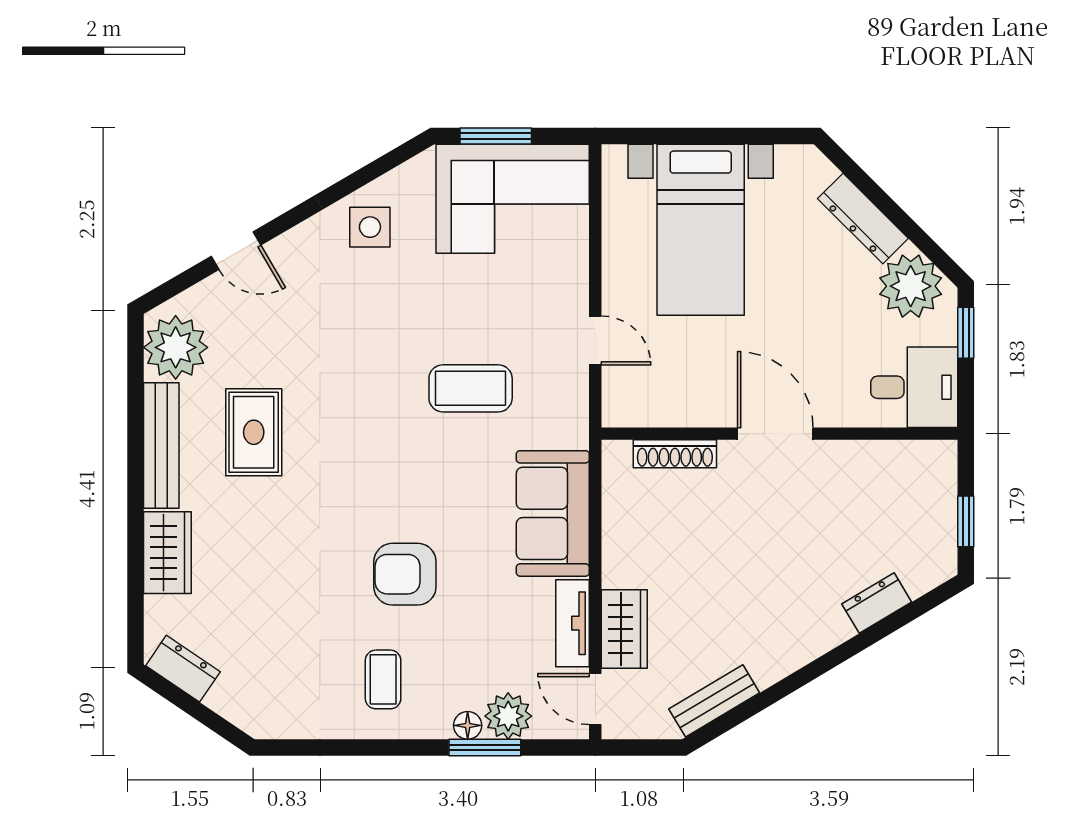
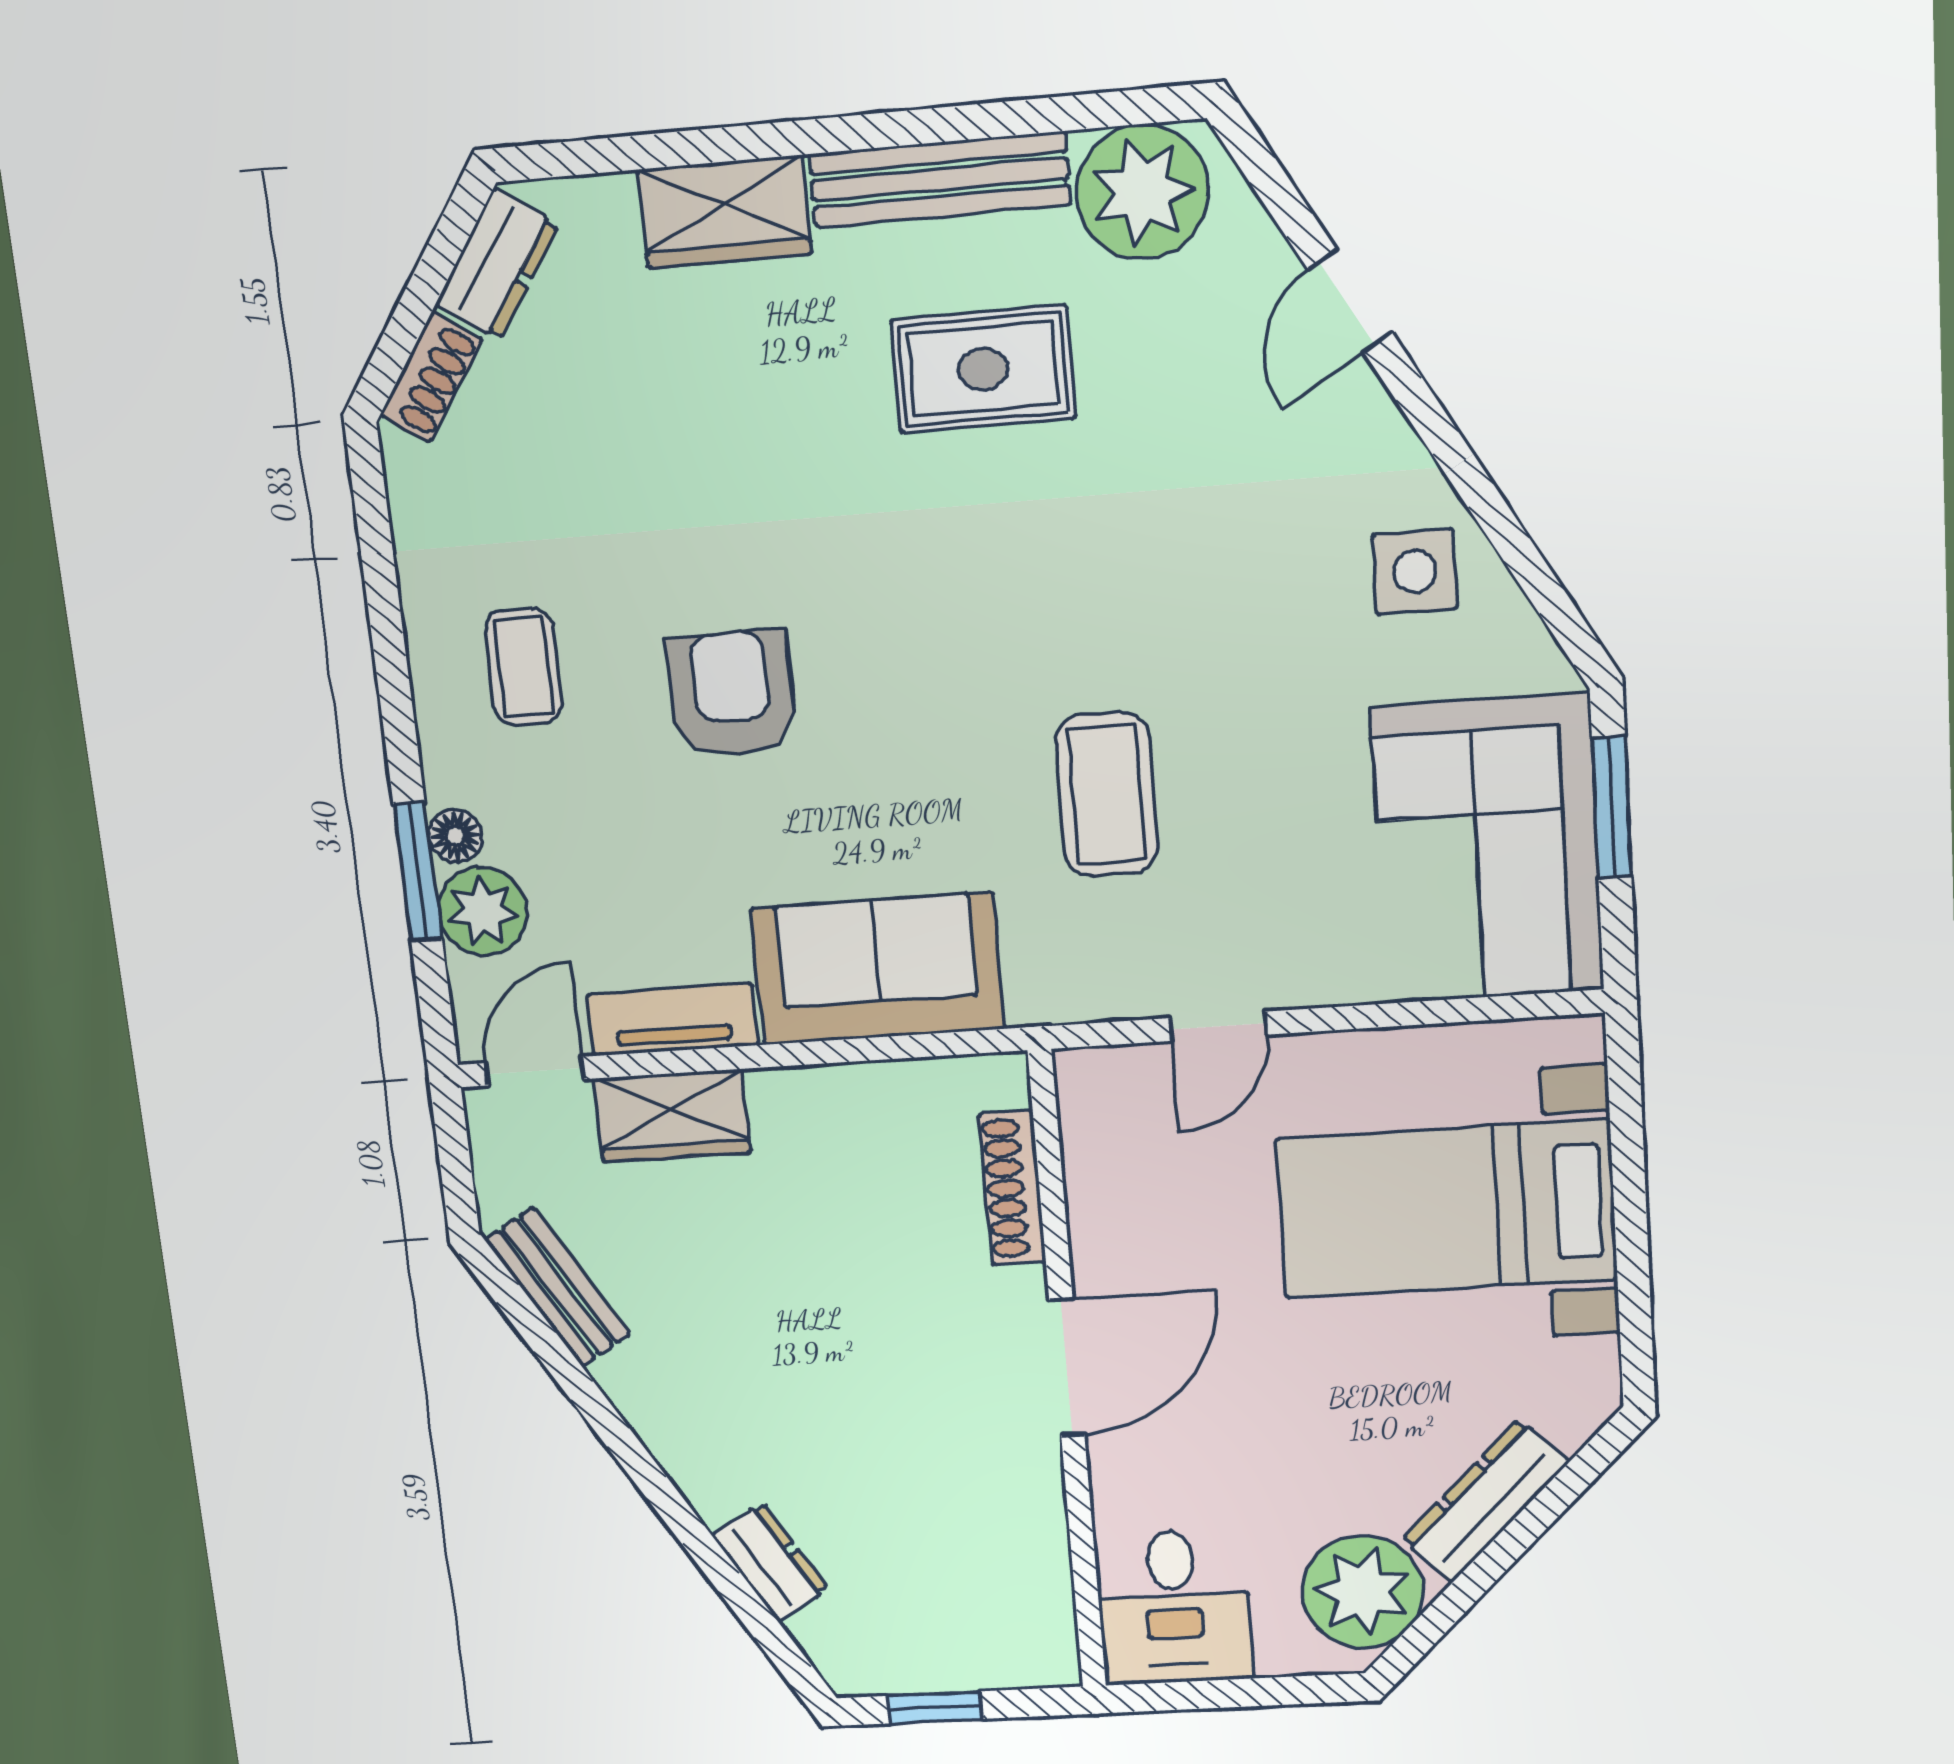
window: (966, 333) -> (1282, 1691), removed
coffee table: (383, 679) -> (523, 667), turned 90
shoe rack: (235, 709) -> (431, 377), added

